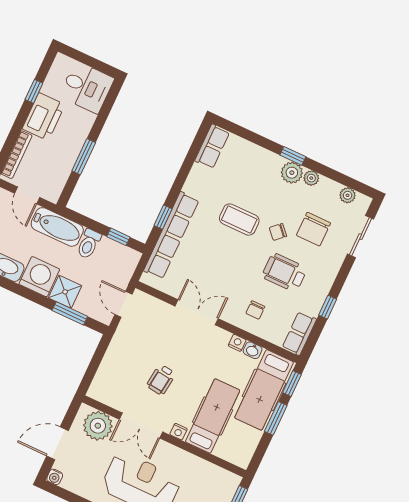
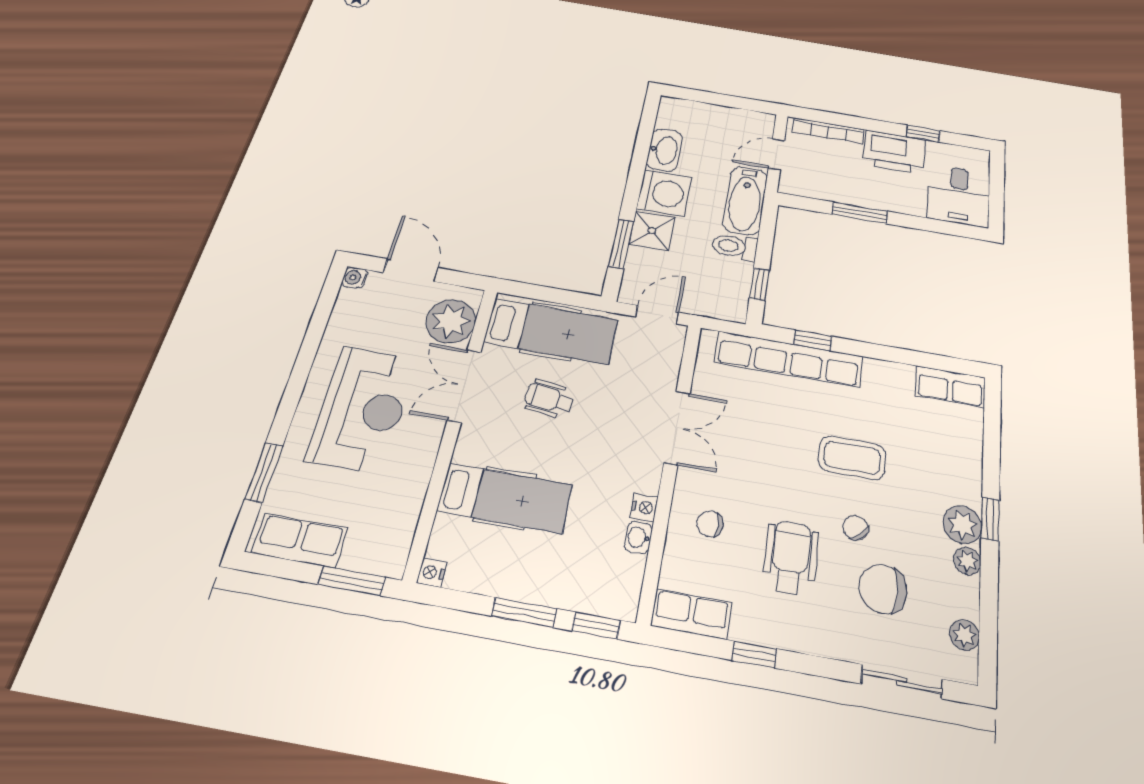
coffee table: (239, 220) -> (852, 458), turned 90
hospital bed: (264, 390) -> (551, 331), moved, turned 180
nightstand: (179, 432) -> (432, 572), moved

